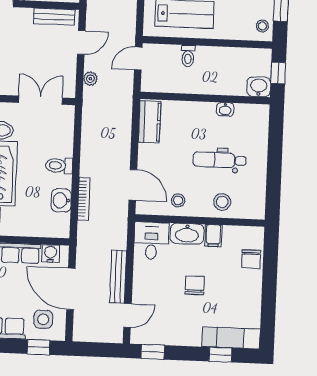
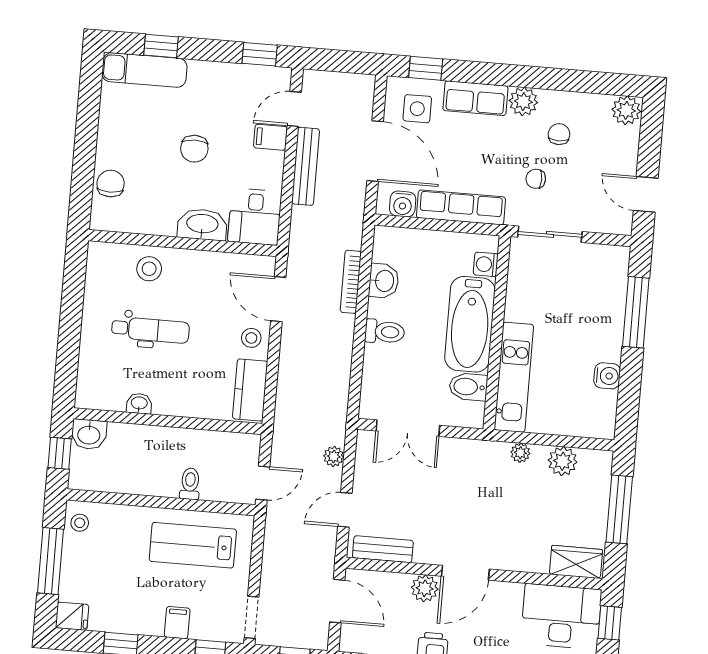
stool: (178, 200) -> (251, 338), moved
filing cabinet: (213, 236) -> (270, 137), moved, turned -90

